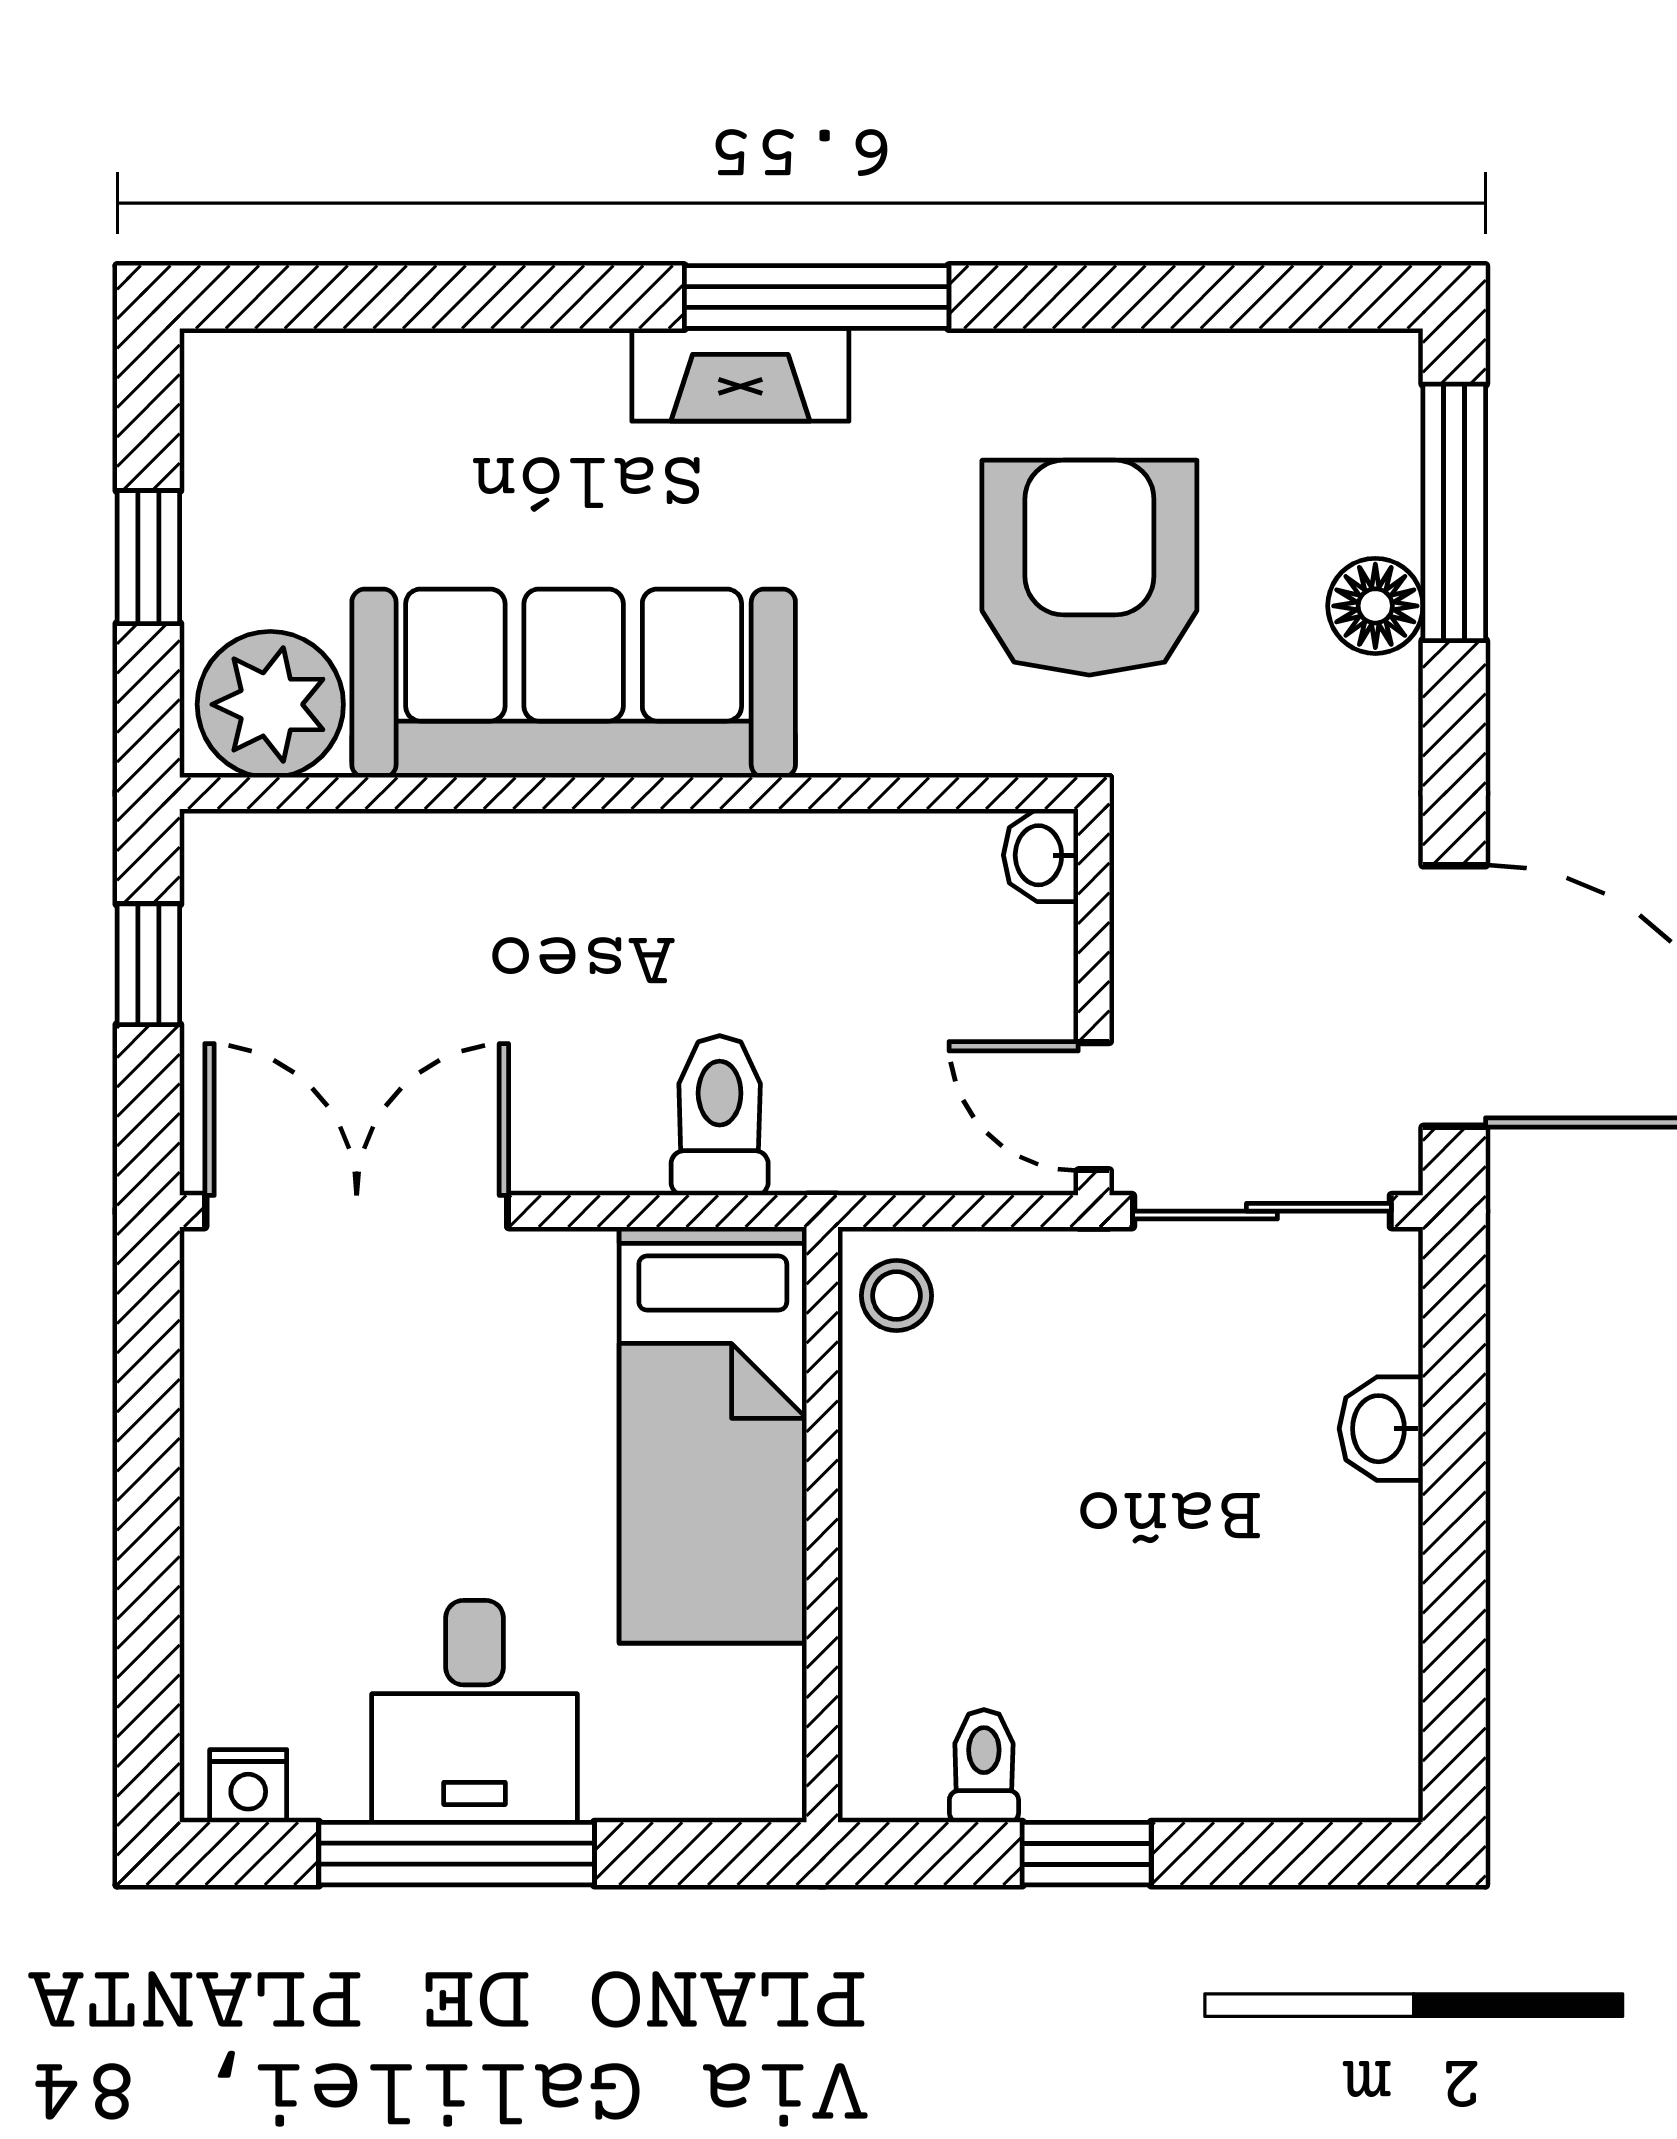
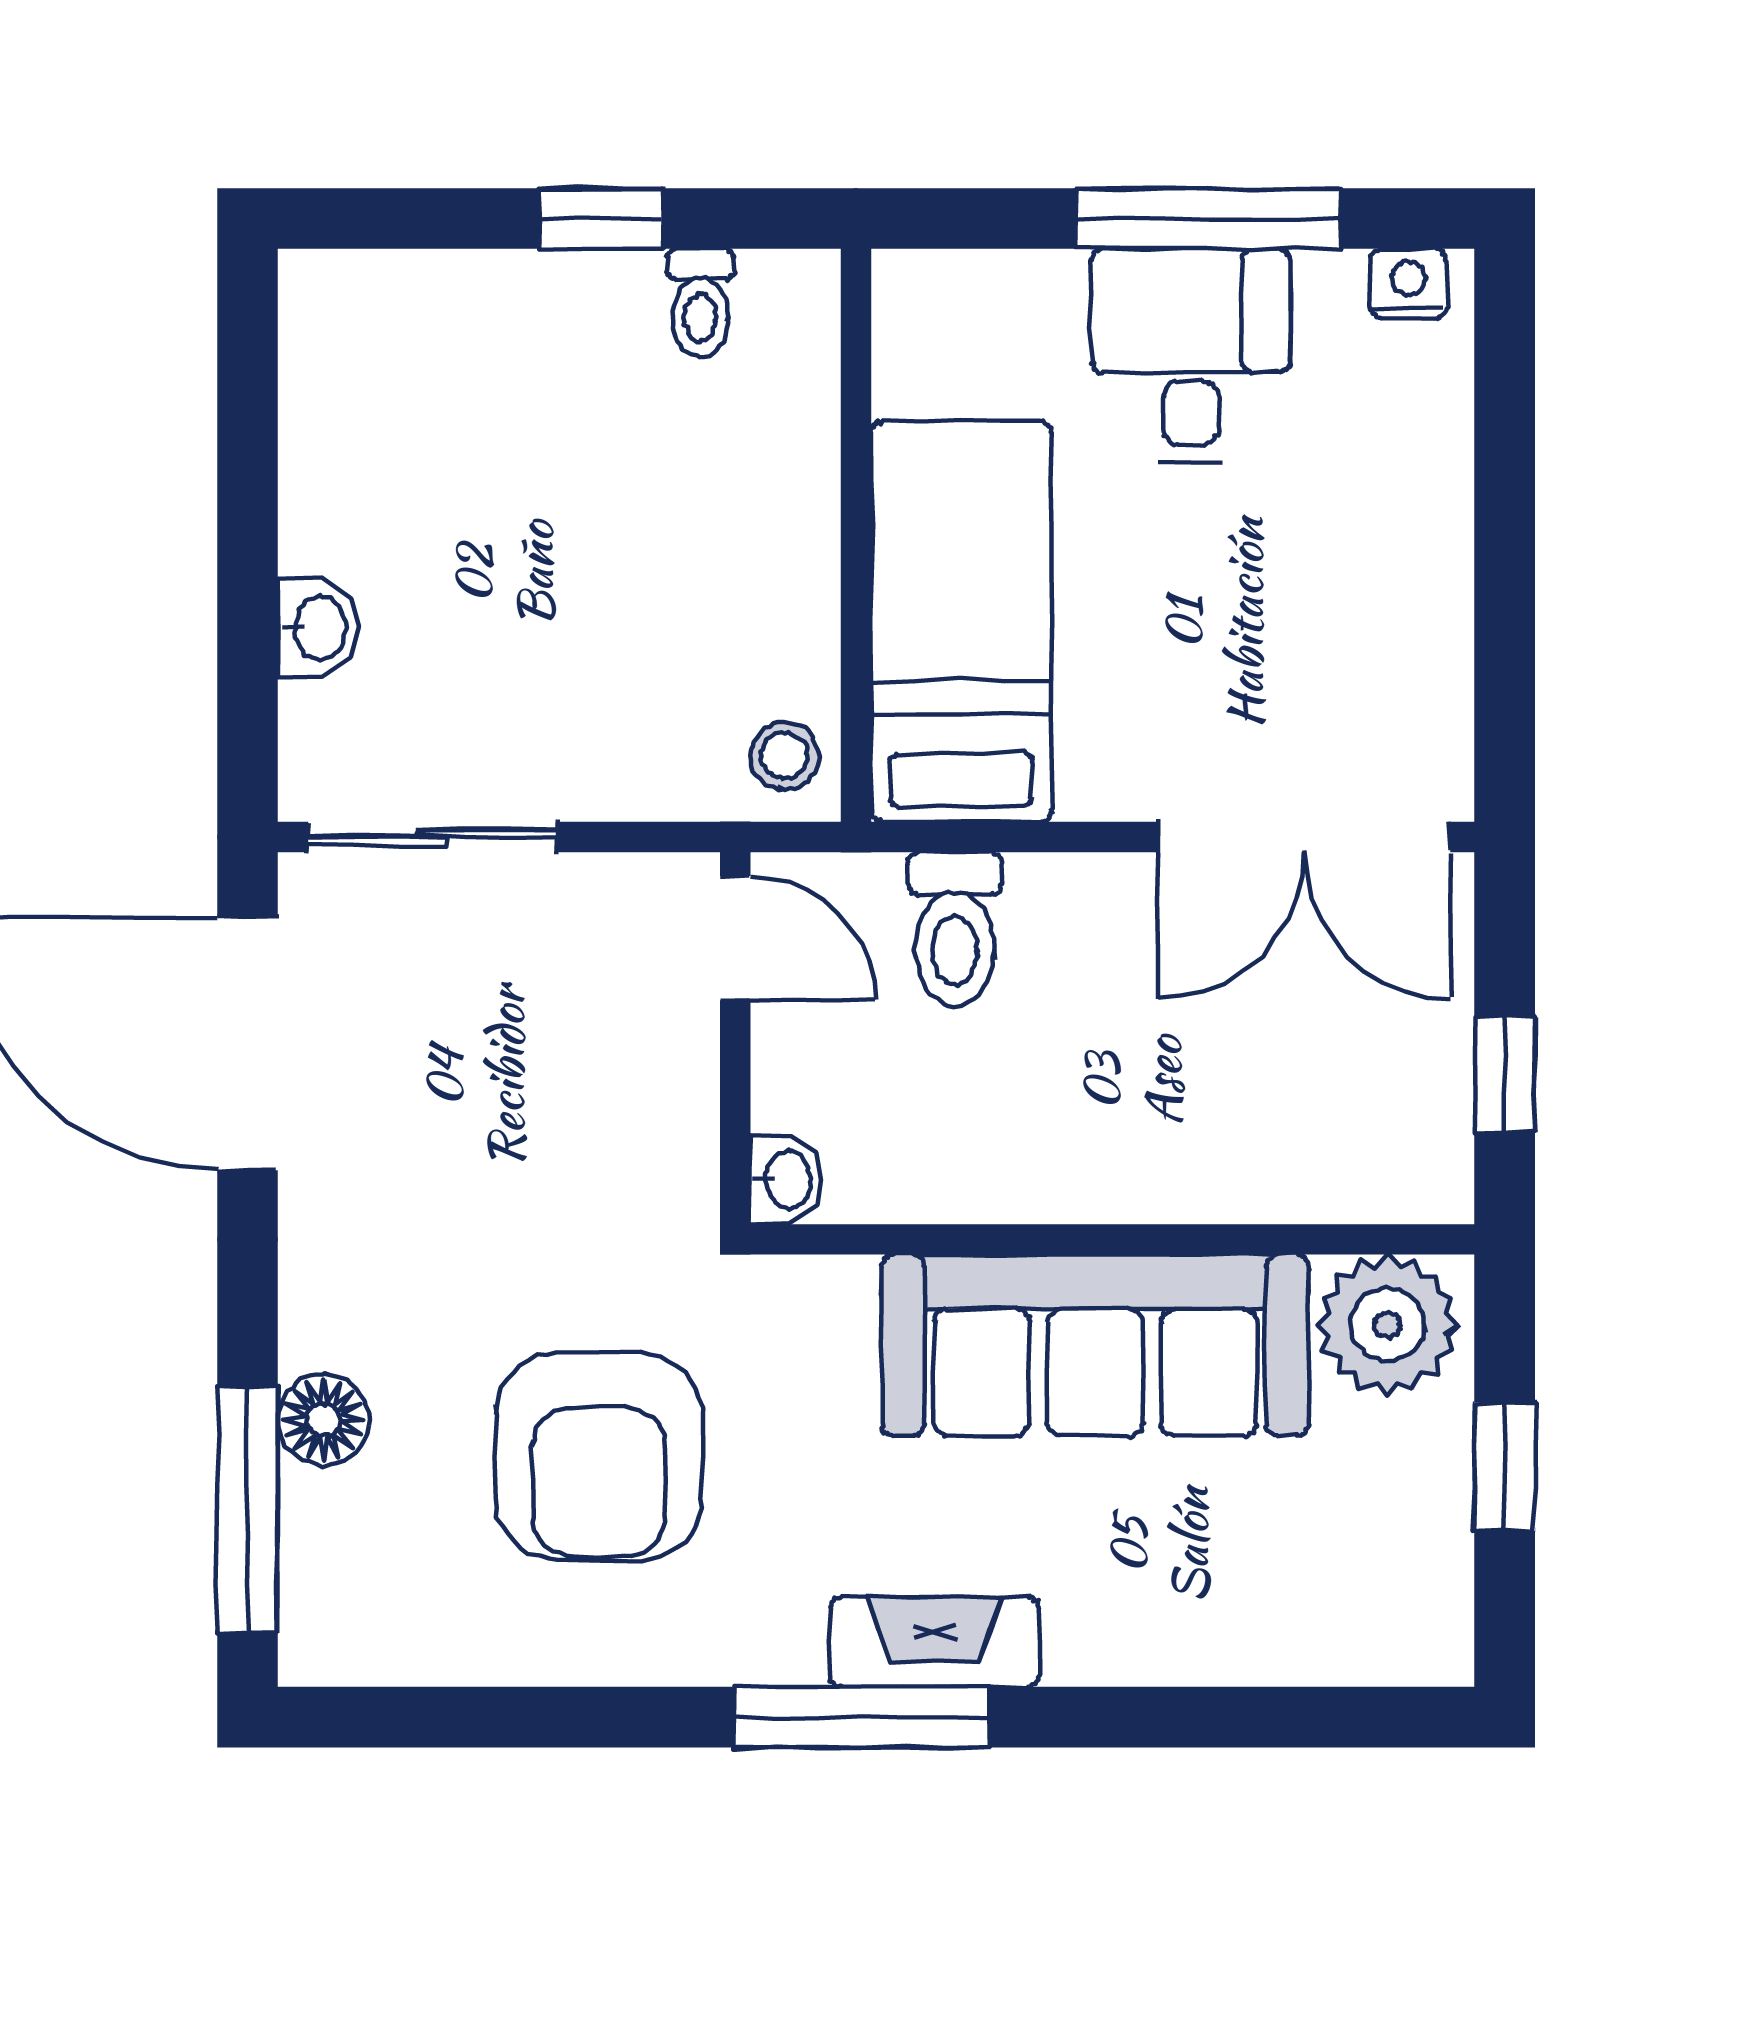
washbasin: (1041, 855) -> (786, 1180), moved
wall: (1094, 1002) -> (735, 1038), moved
door: (1094, 1106) -> (735, 938), moved

